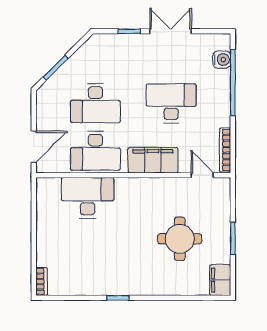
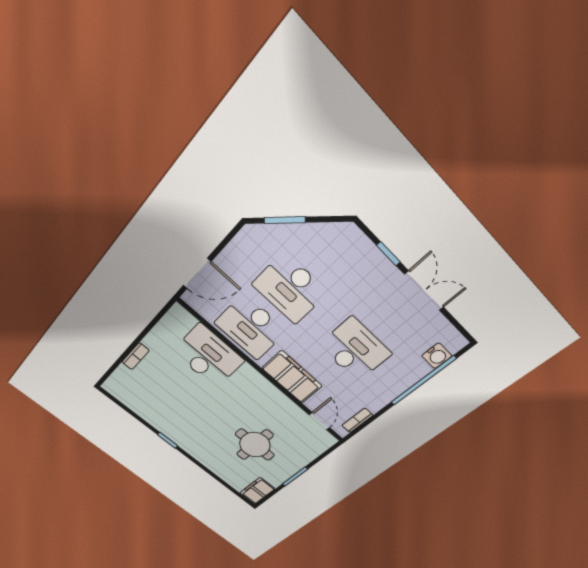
bookcase: (225, 150) -> (357, 420), width x0.64
bookcase: (42, 282) -> (136, 356), moved

